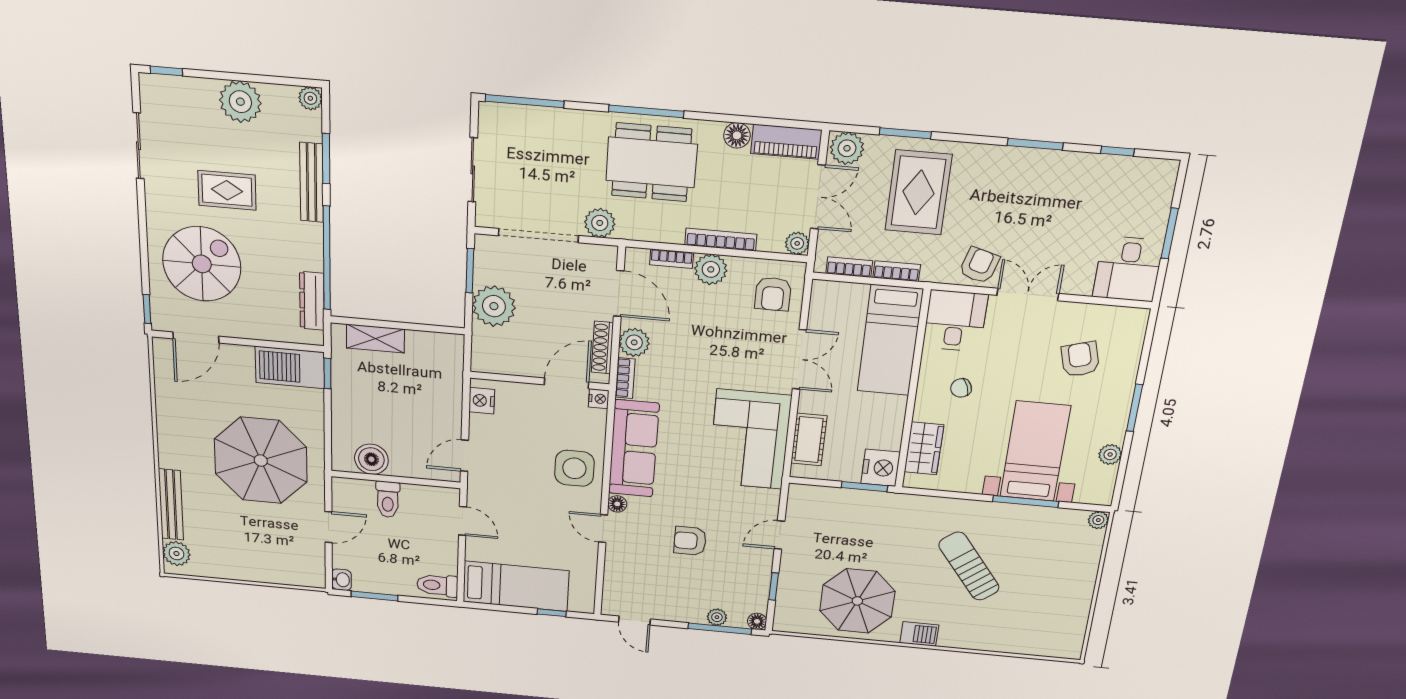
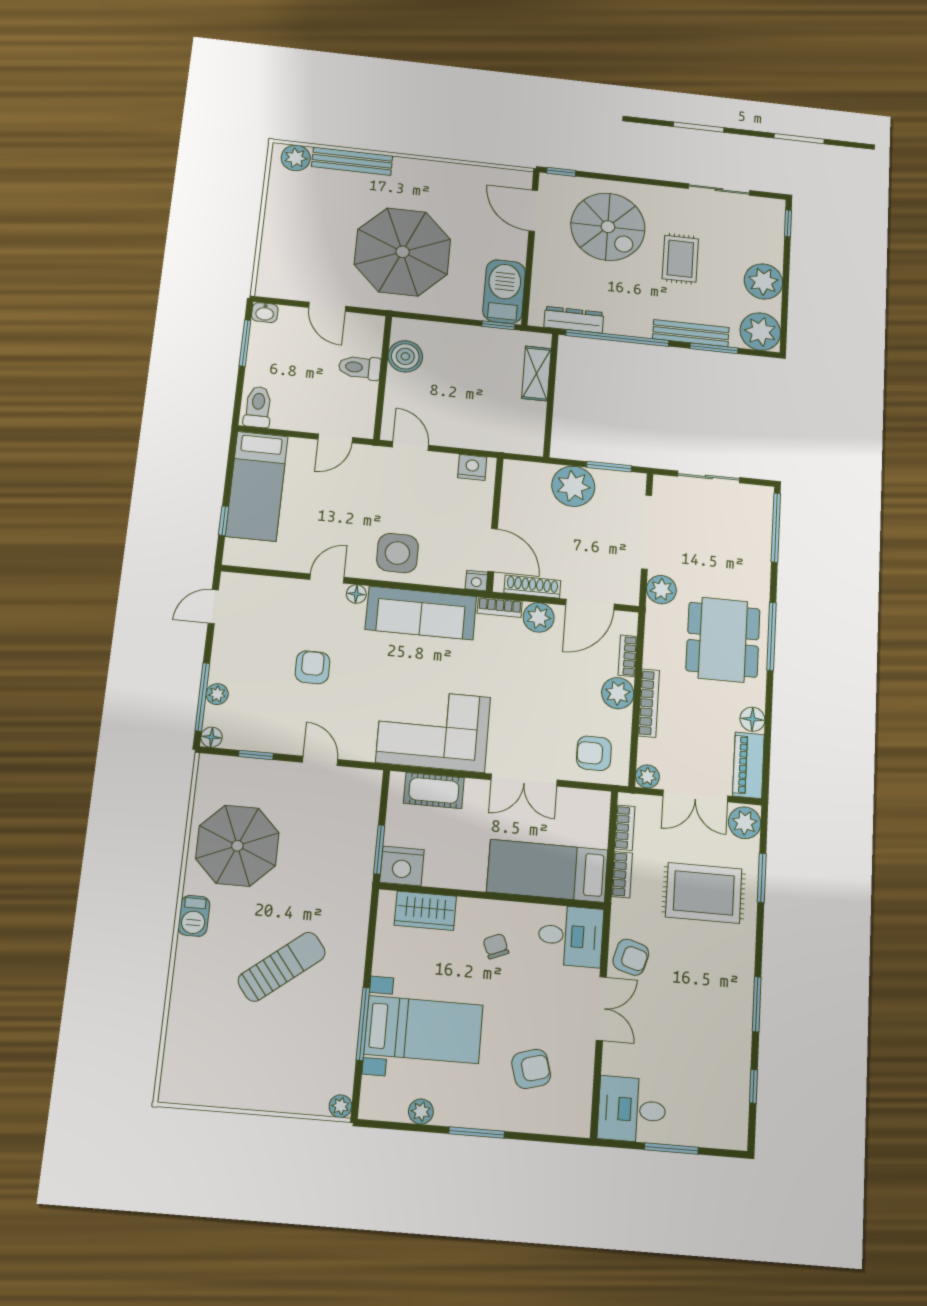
plant: (310, 98) -> (760, 332), width x1.87, depth x1.87

